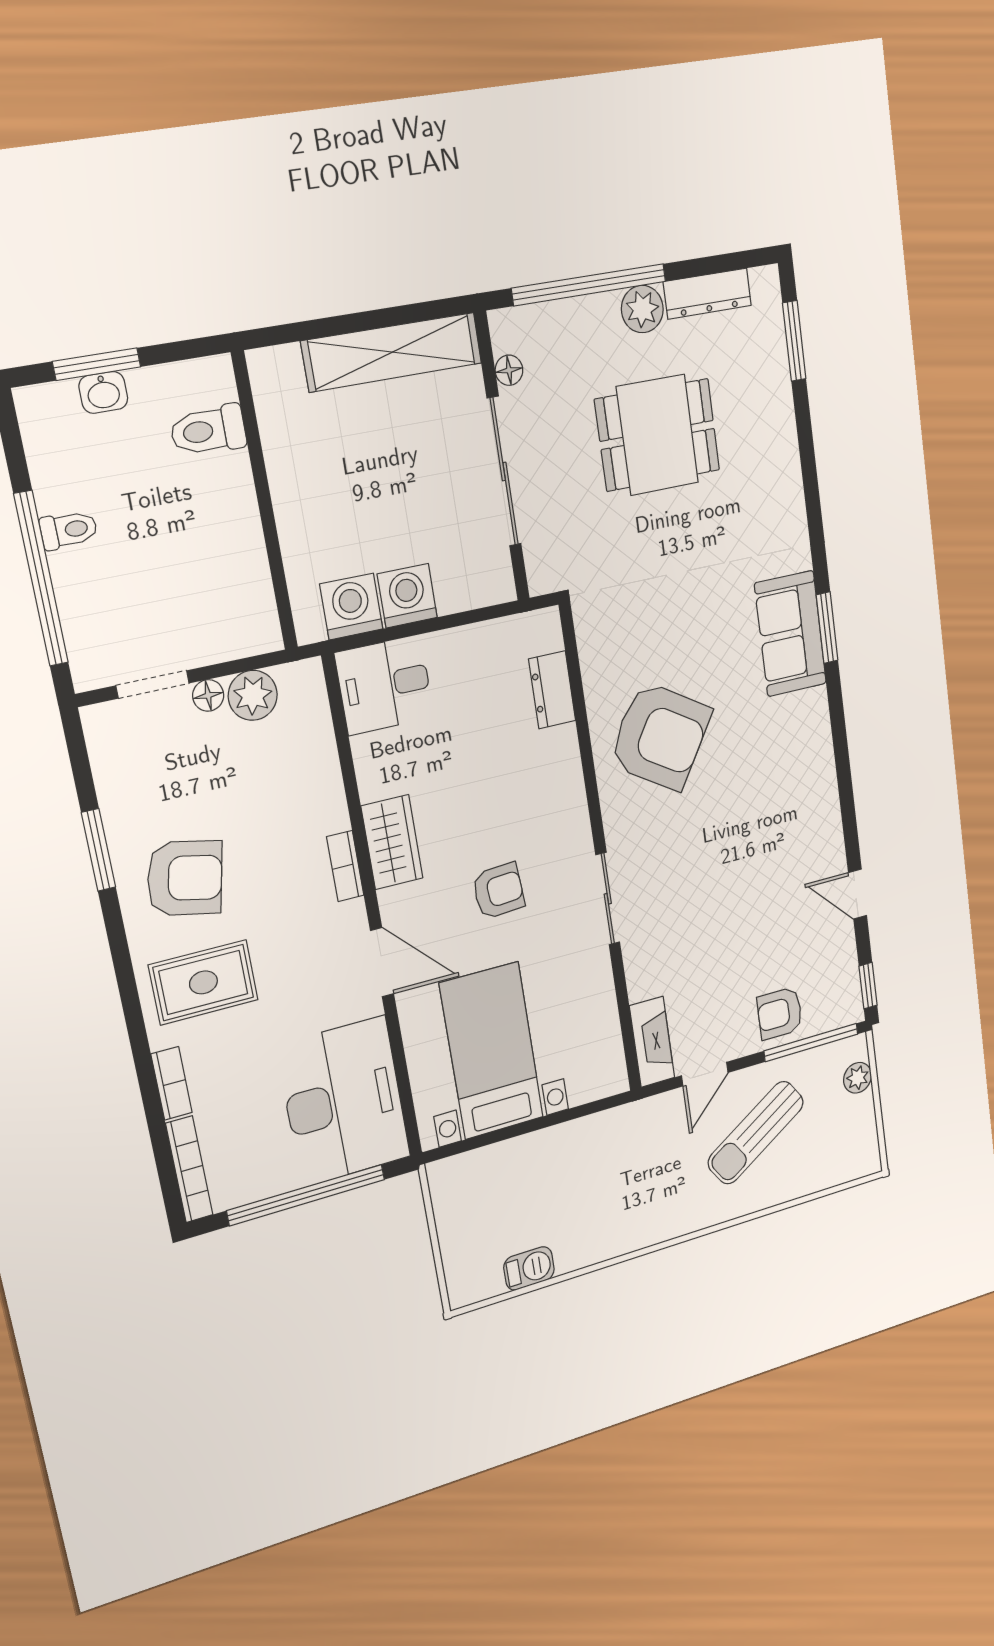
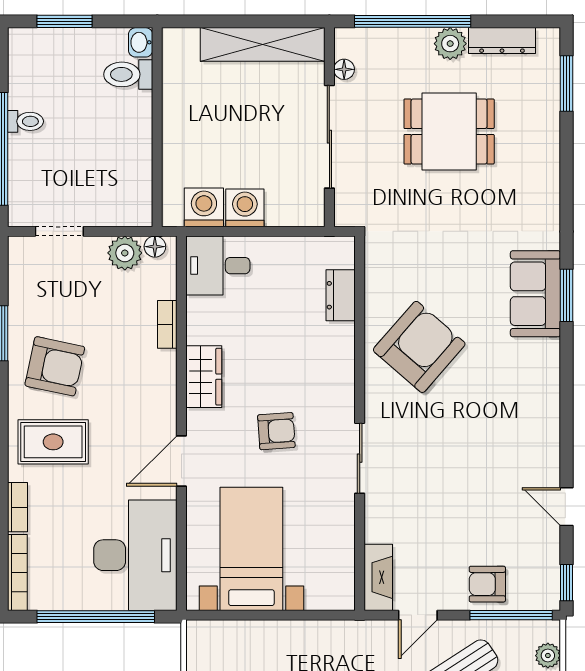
washbasin: (103, 392) -> (141, 42), moved, turned 90
floor lamp: (208, 695) -> (155, 247), moved
armchair: (660, 736) -> (419, 347), turned -81
bookcase: (345, 866) -> (167, 324), moved
door: (382, 962) -> (181, 461), swing flipped

